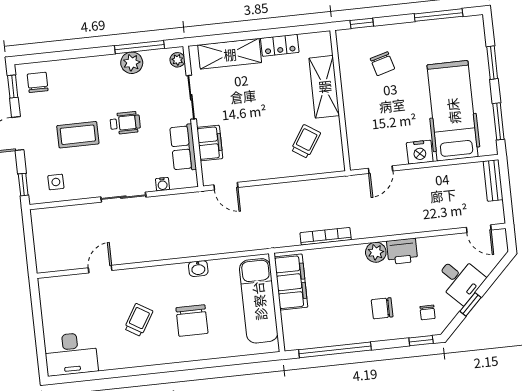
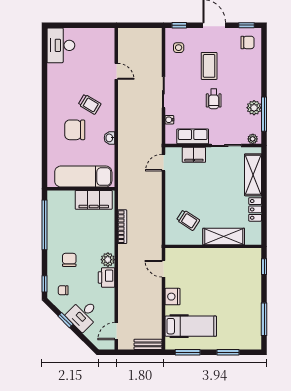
chair: (382, 64) -> (235, 278), removed
hospital bed: (453, 111) -> (191, 326), width x0.73, depth x0.78
trolley: (139, 320) -> (90, 104), moved

